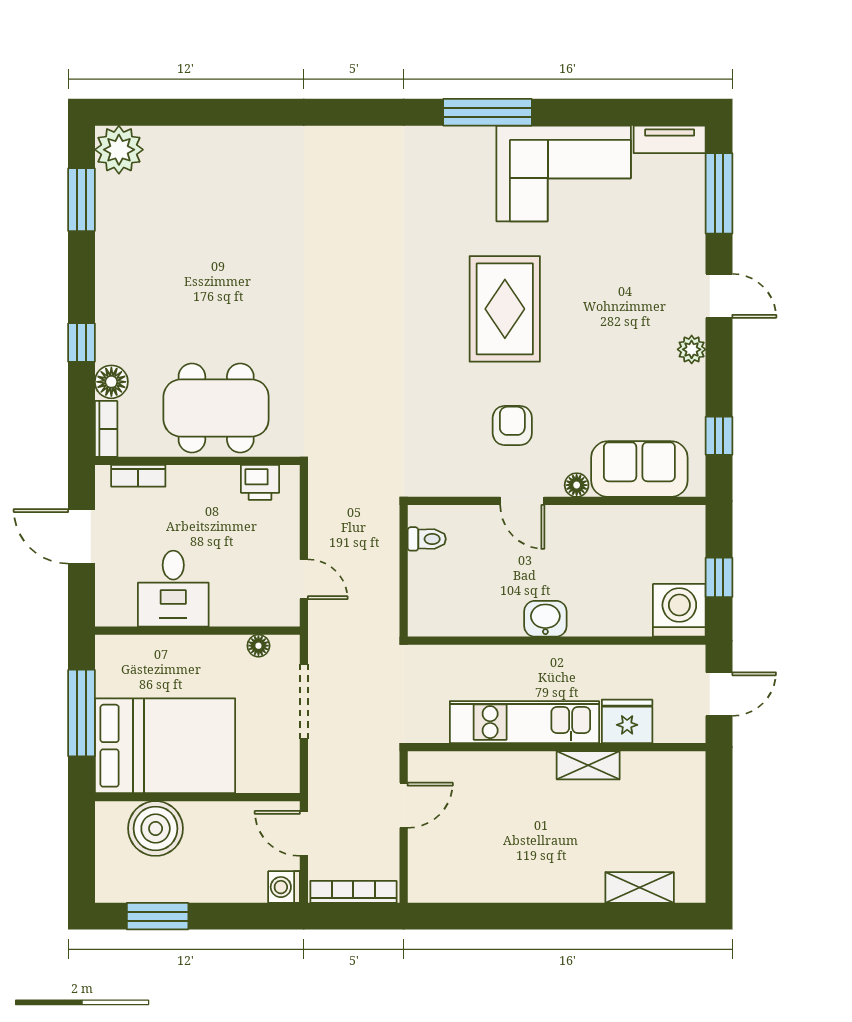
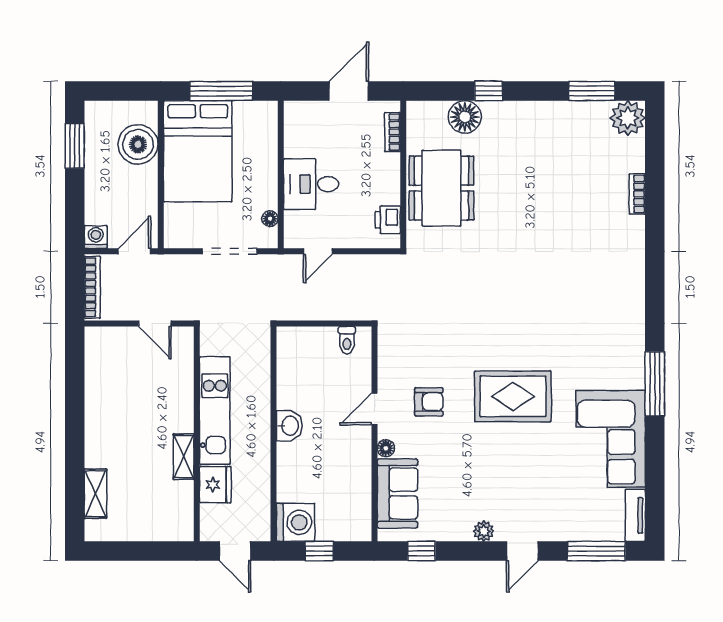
floor lamp: (111, 382) -> (465, 117), width x1.38, depth x1.38
bookcase: (106, 429) -> (637, 194), moved, turned 90
desk: (173, 589) -> (311, 184), moved

